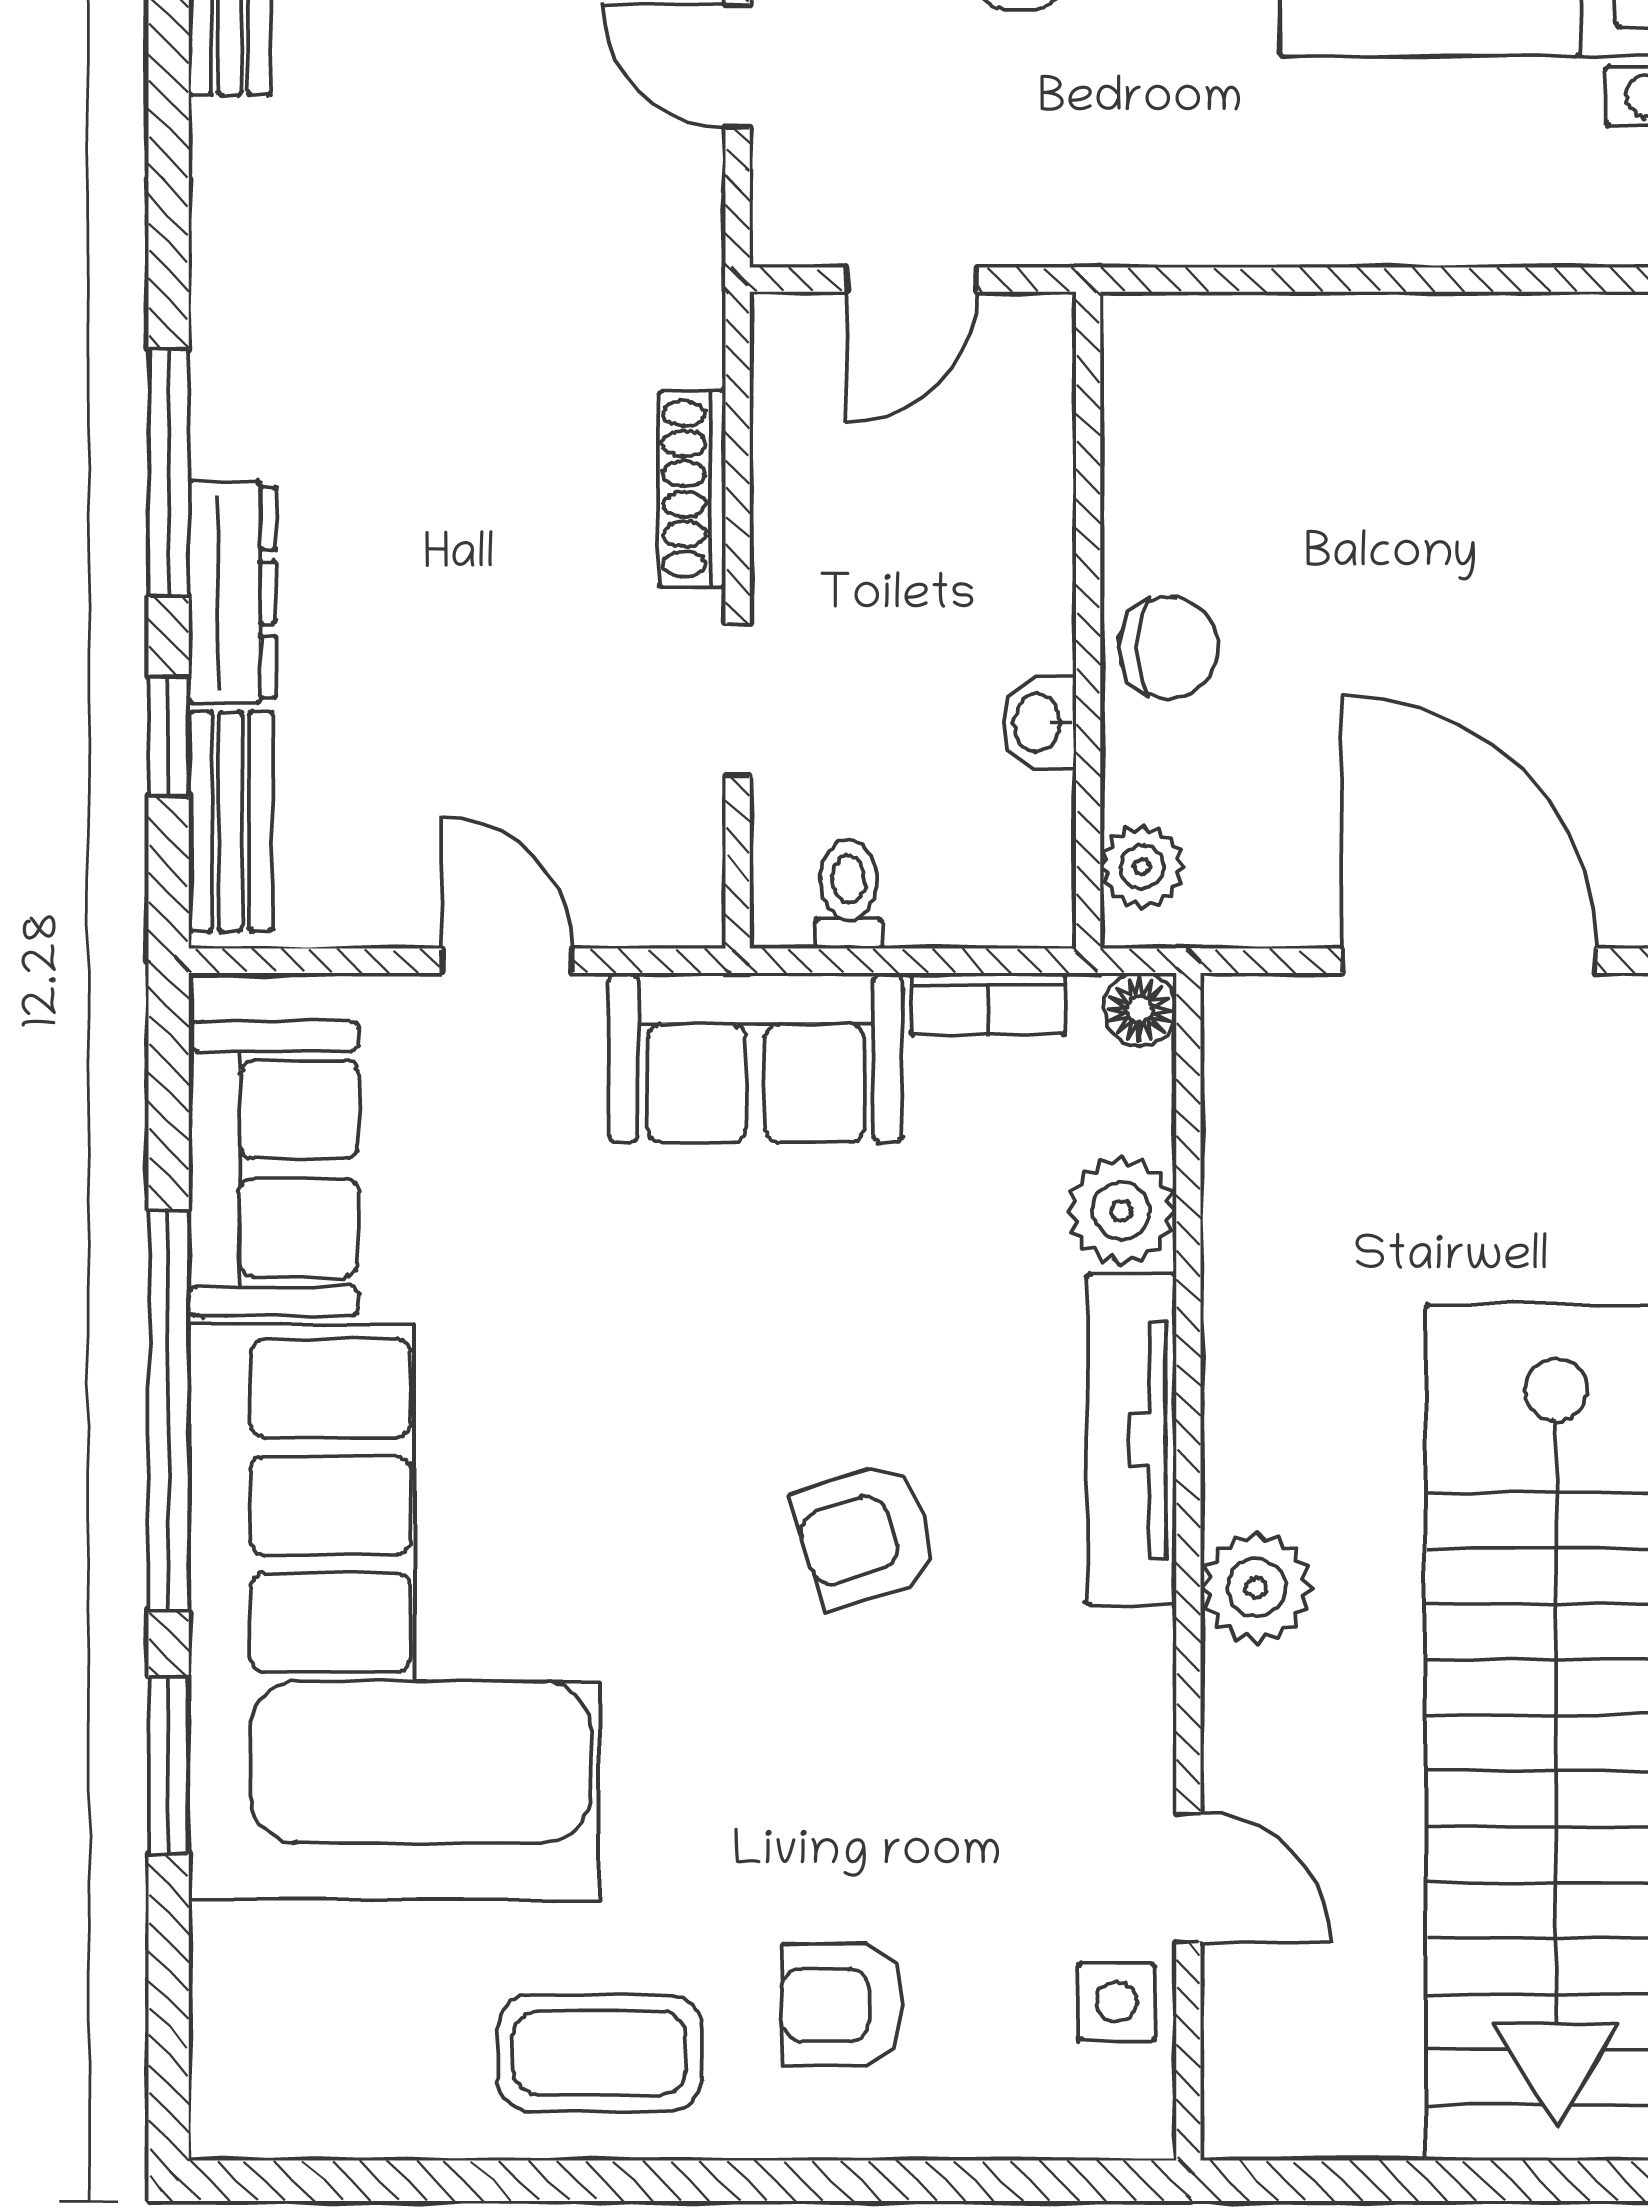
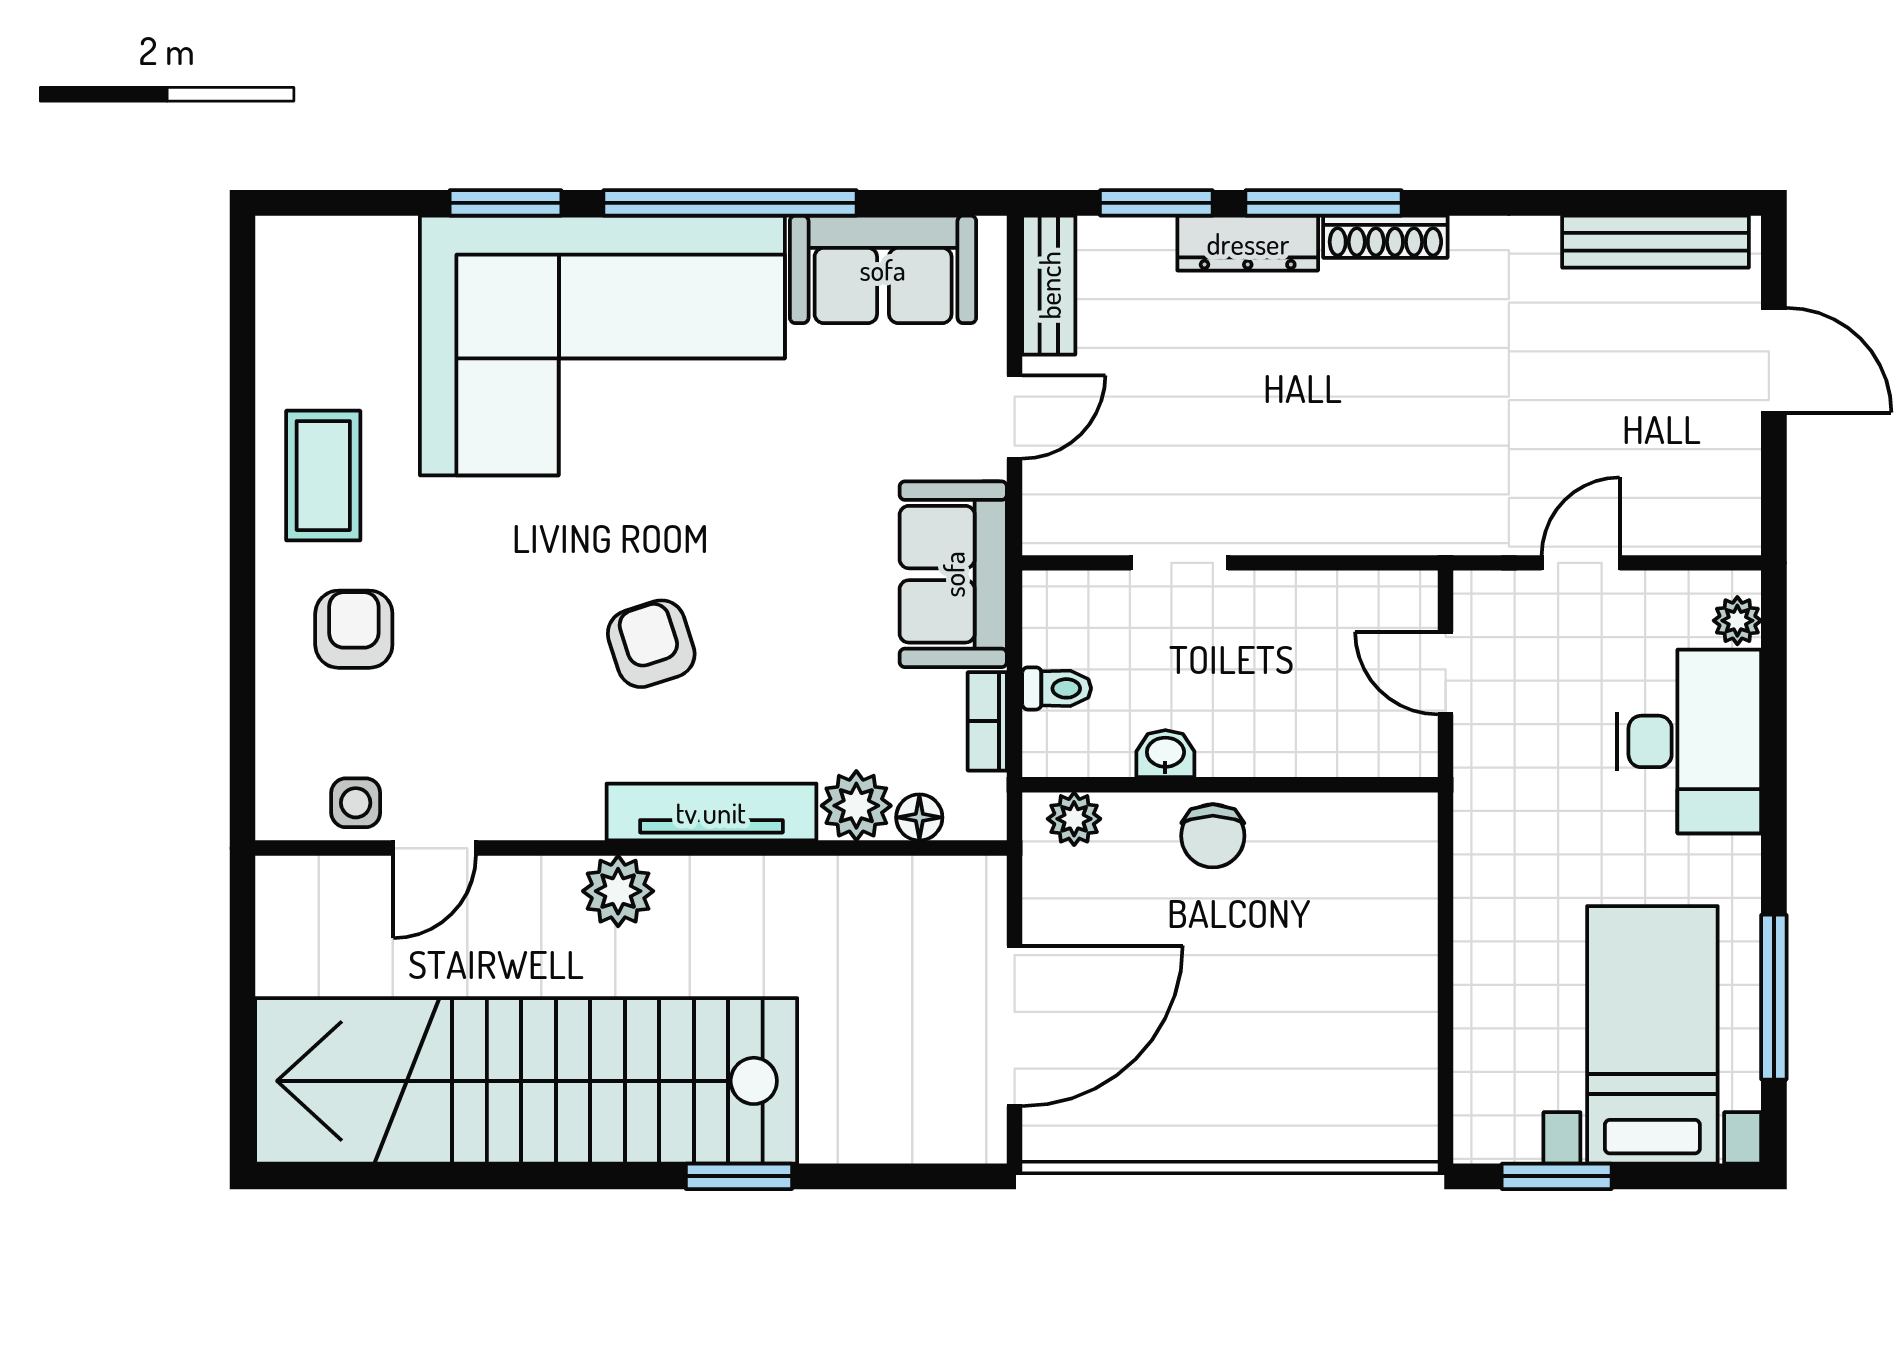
shoe rack: (692, 489) -> (1385, 237), moved, turned 180
window: (169, 737) -> (1156, 203), width x1.50
bench: (231, 822) -> (1049, 285), moved, turned 90
toilet: (849, 894) -> (1057, 688), moved
floor lamp: (1140, 1009) -> (919, 817), moved

